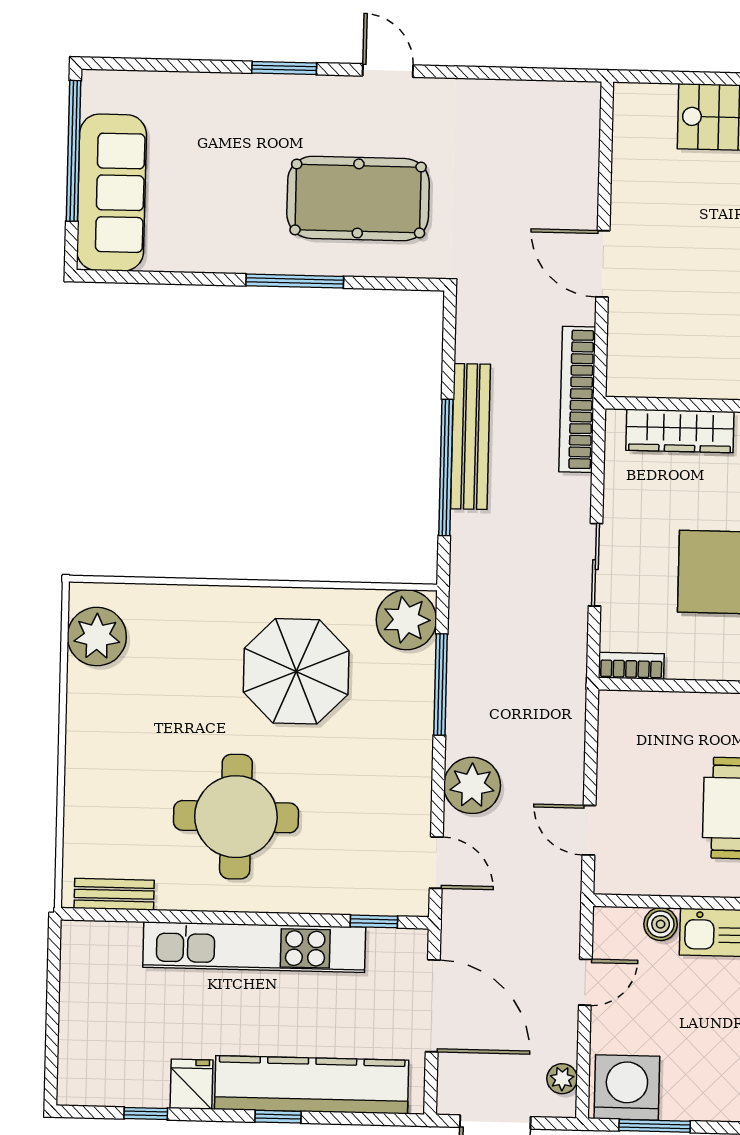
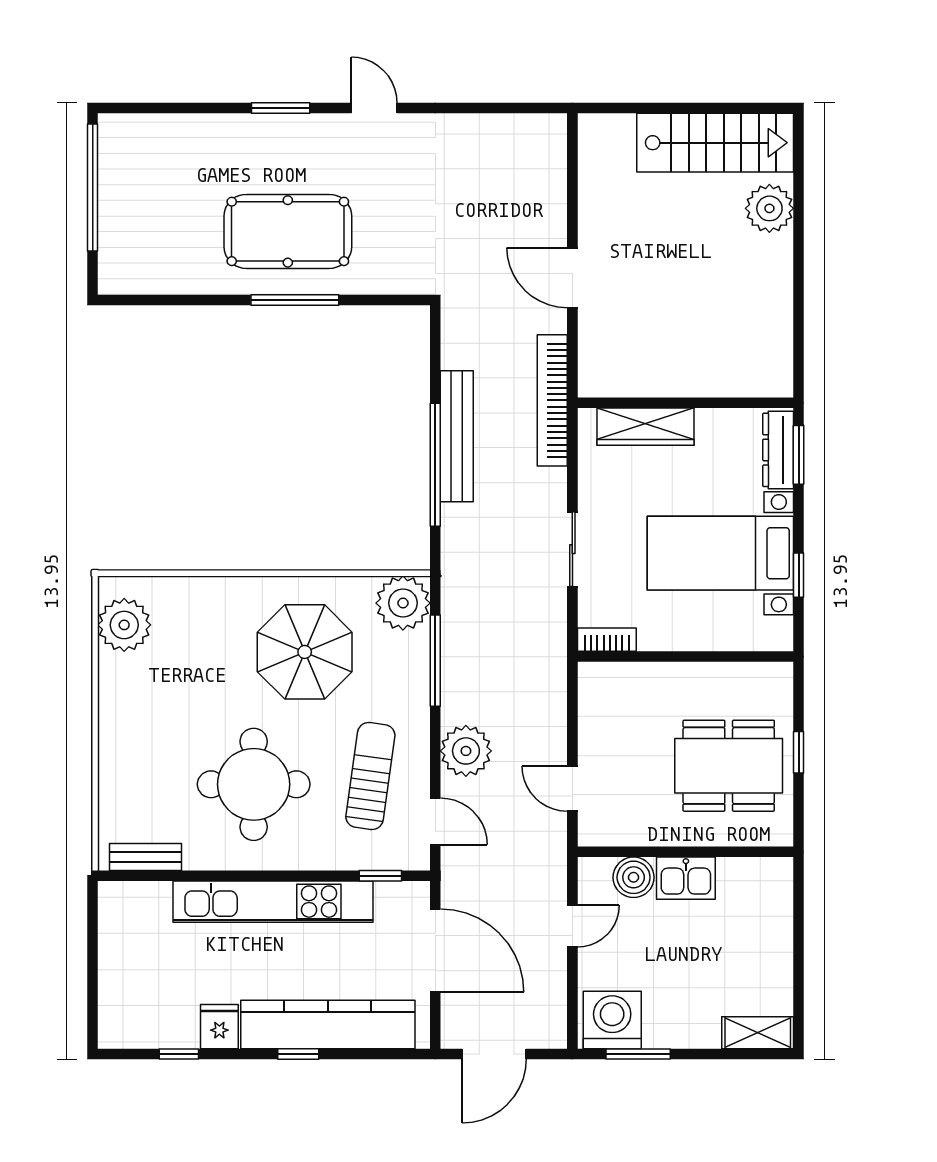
sofa: (112, 193) -> (128, 224), removed
pool table: (358, 198) -> (288, 231), moved
sun lounger: (366, 811) -> (370, 776), added
boiler: (661, 924) -> (634, 877), width x1.36, depth x1.36
plant: (562, 1079) -> (554, 1013), removed

